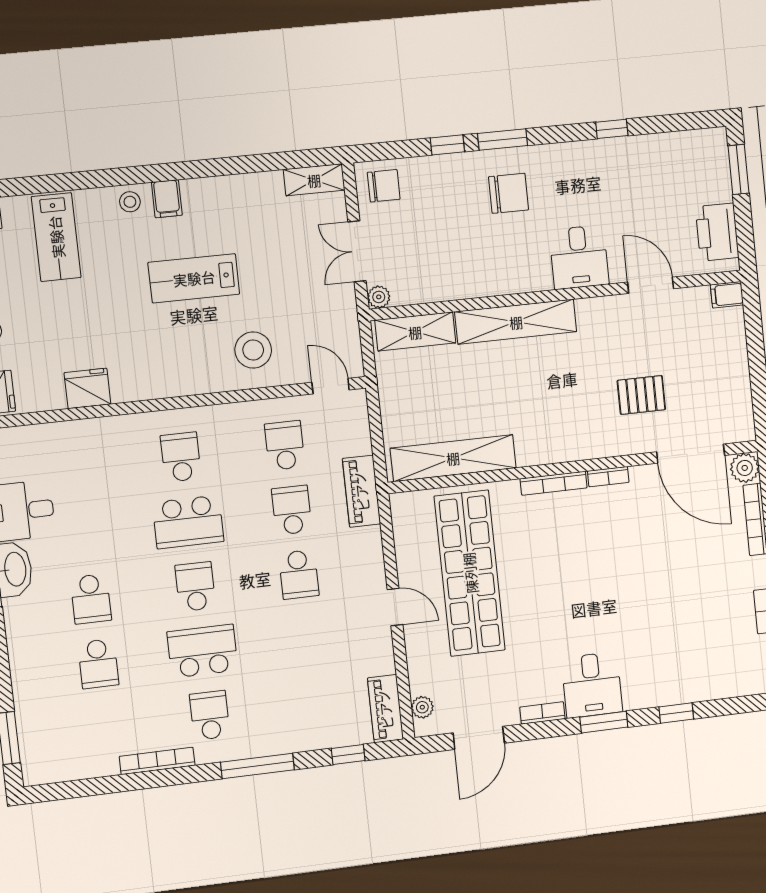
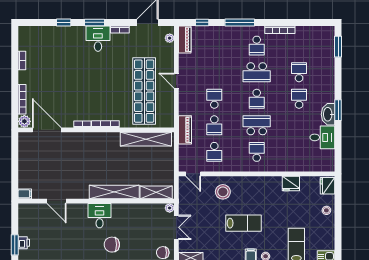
printer: (717, 232) -> (24, 243), moved, width x0.53, depth x0.68
desk: (579, 257) -> (100, 216), moved
pallet: (641, 395) -> (65, 156), removed
school desk: (181, 457) -> (257, 152), turned 180

